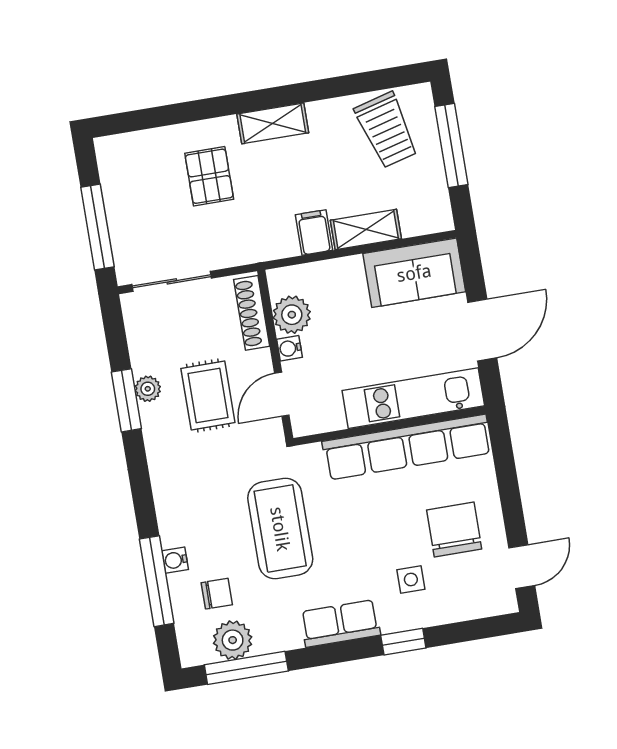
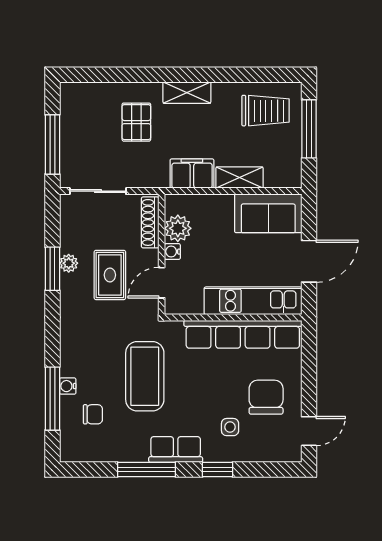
trolley: (387, 130) -> (266, 111), turned -75
filing cabinet: (314, 232) -> (192, 174), width x2.00
plant: (233, 640) -> (99, 449), removed
window: (246, 668) -> (147, 470), moved

